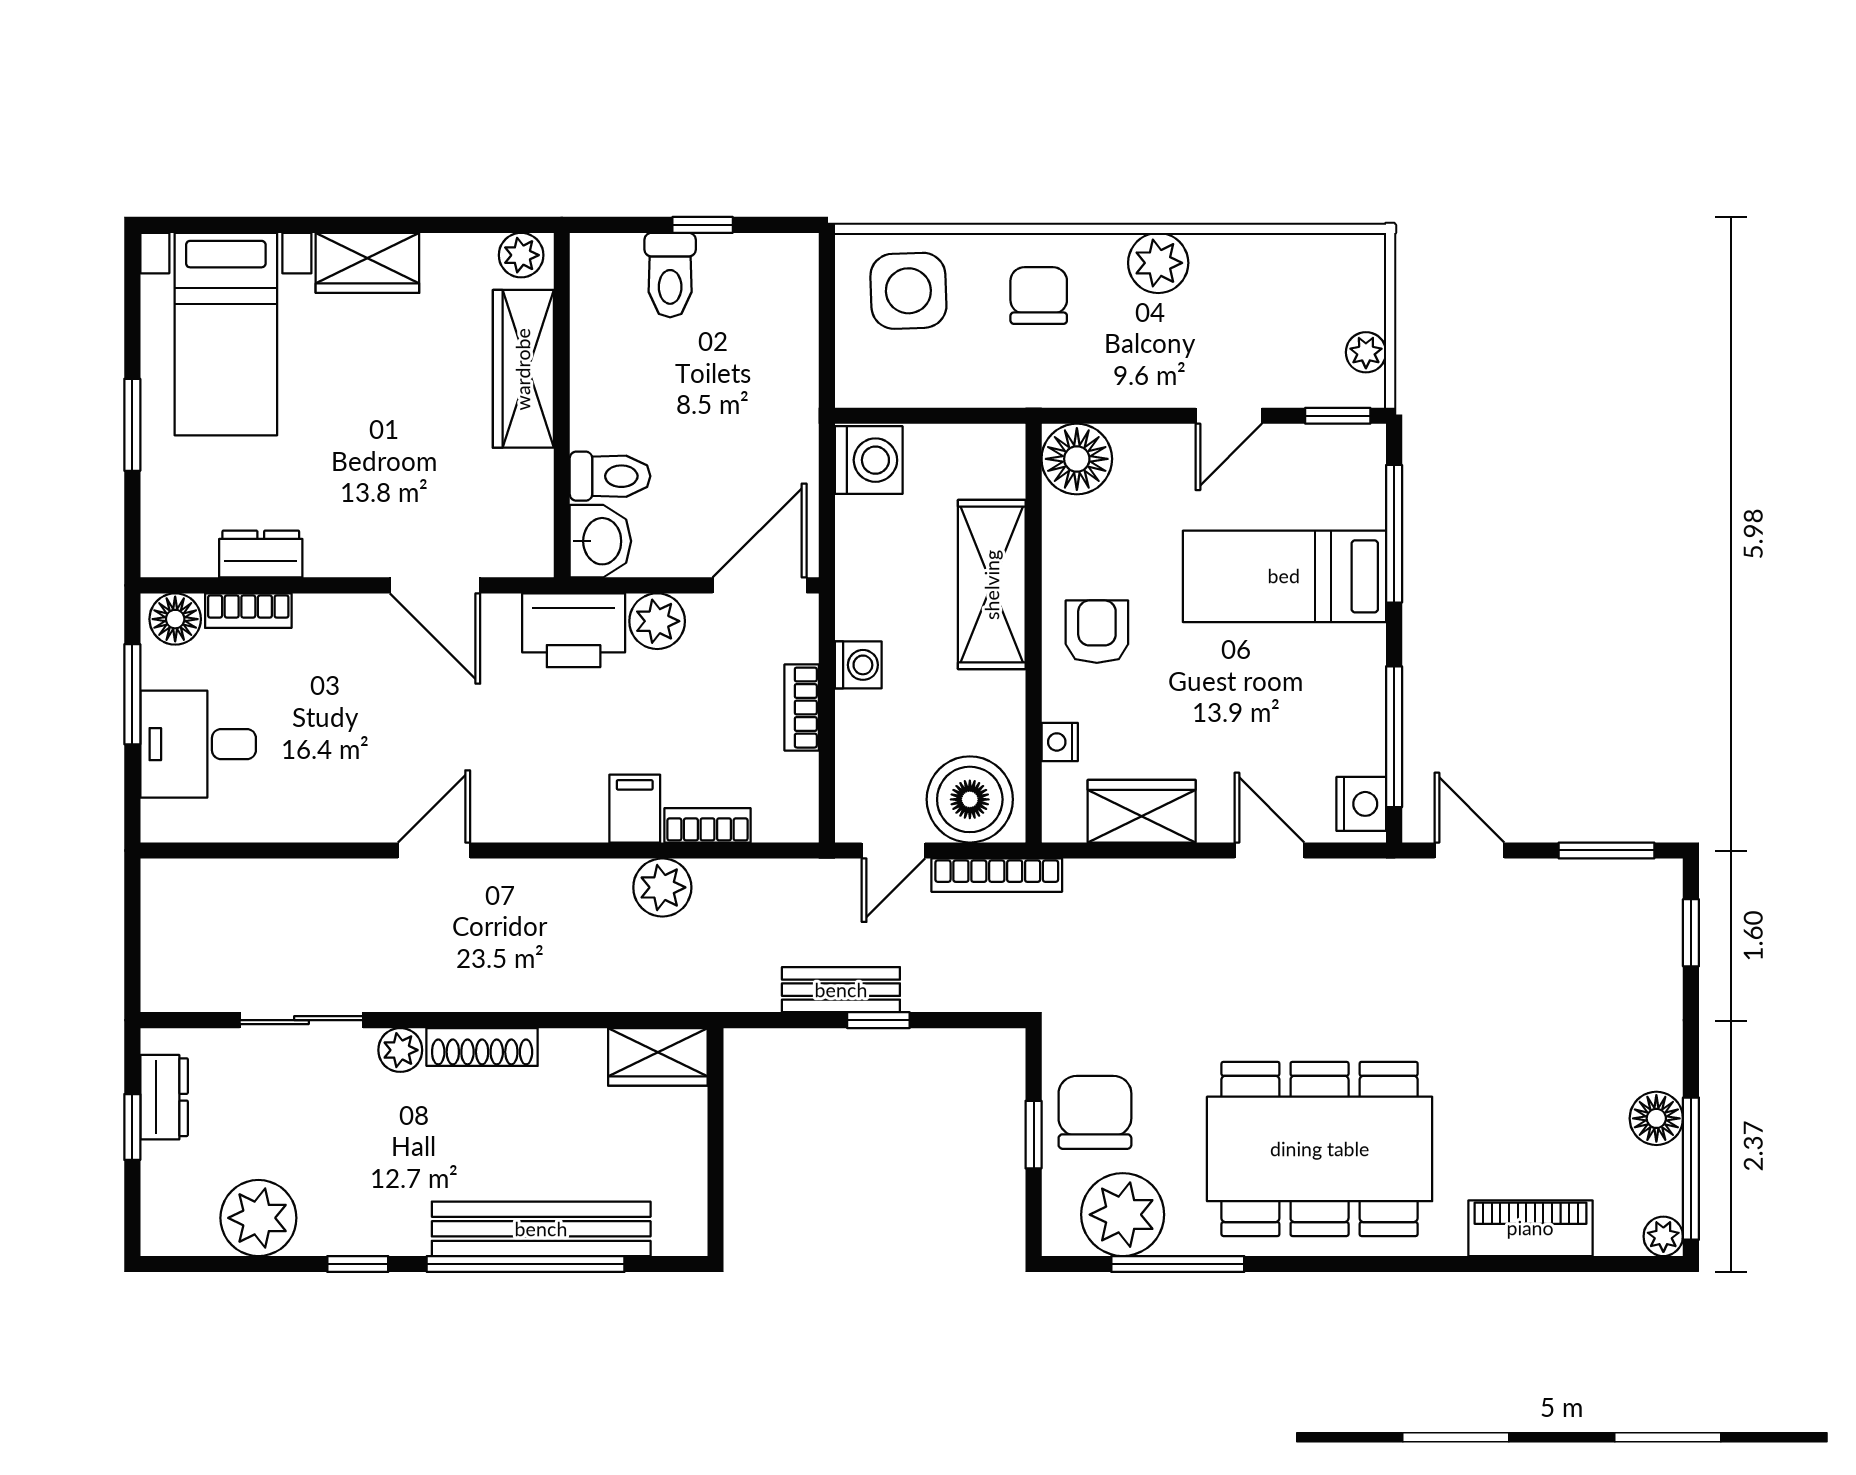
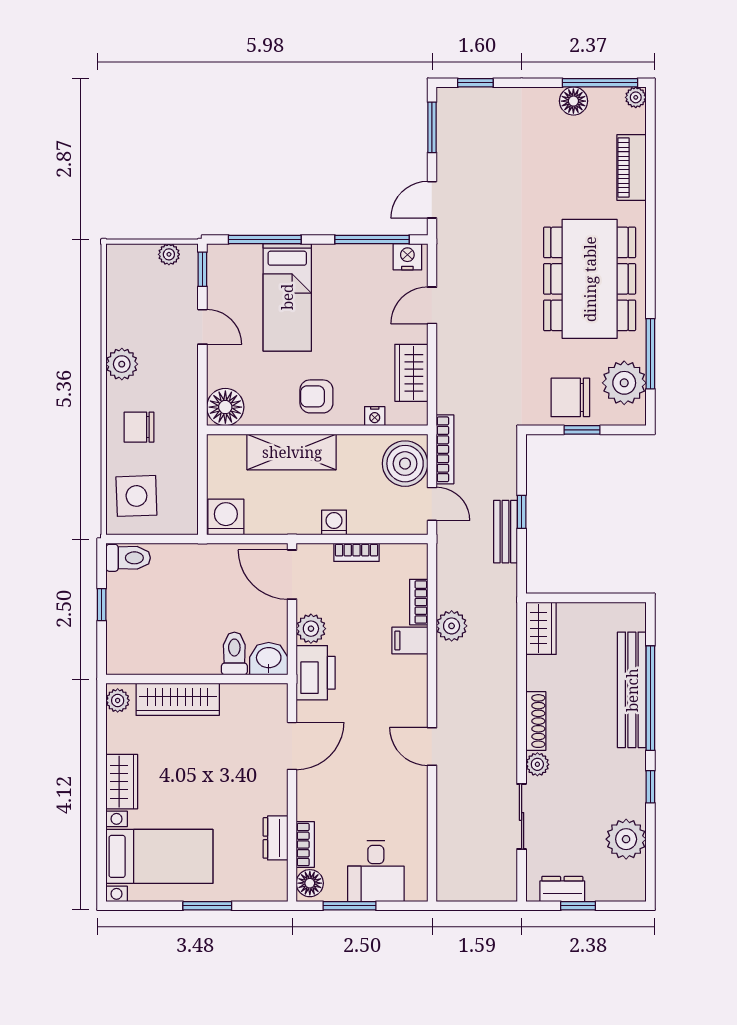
toilet: (670, 275) -> (128, 558), moved

